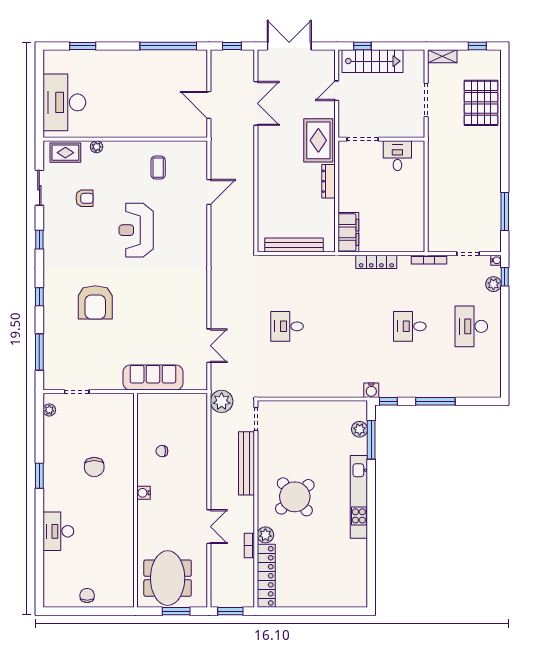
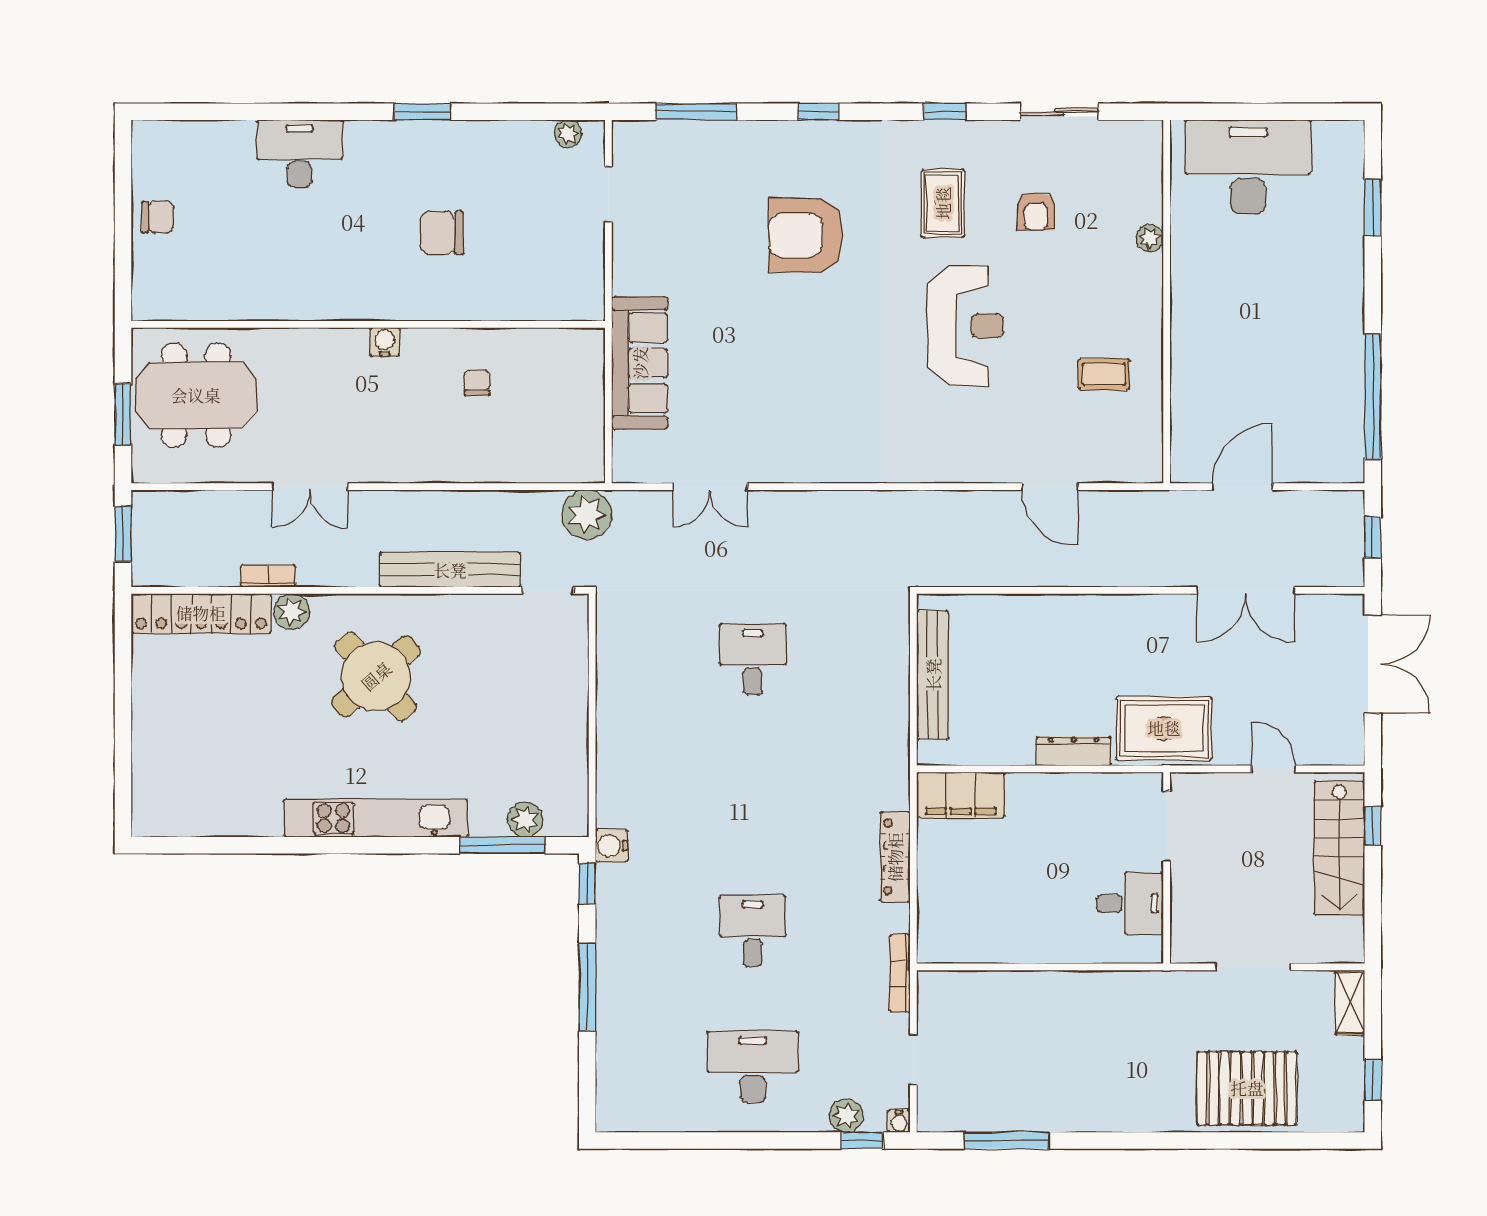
rug: (65, 153) -> (943, 203), moved
reception desk: (136, 230) -> (965, 326), turned 90

